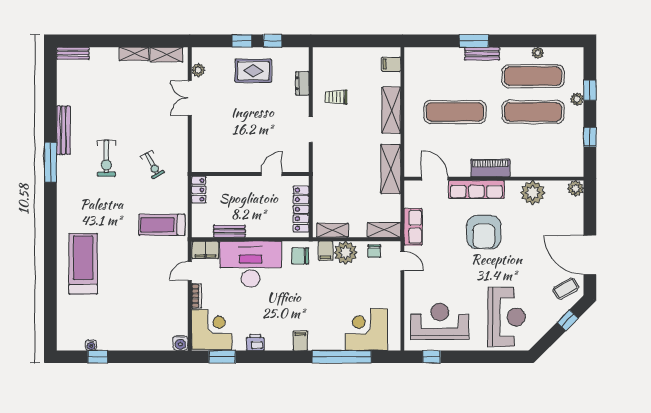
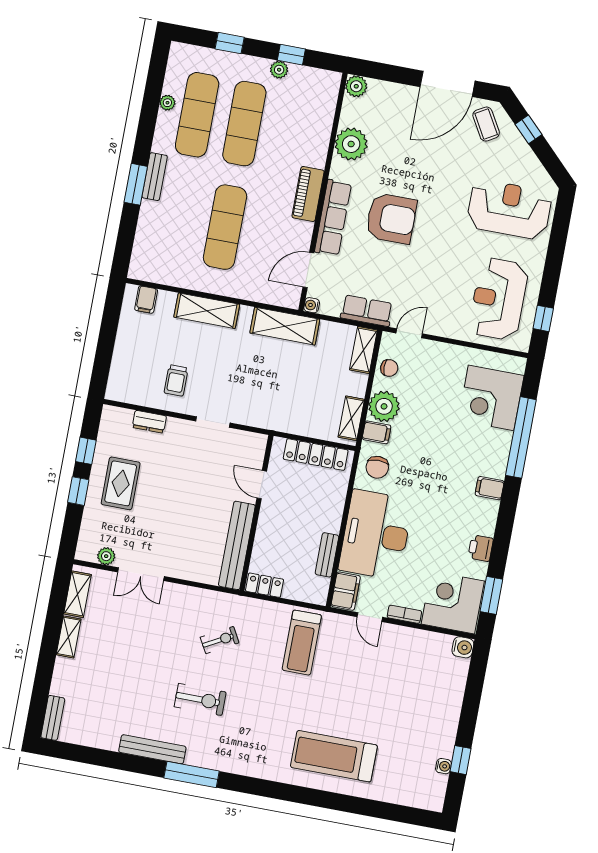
plant: (577, 99) -> (279, 70), moved
bench: (224, 164) -> (237, 545), added
water cooler: (410, 186) -> (312, 305), added

